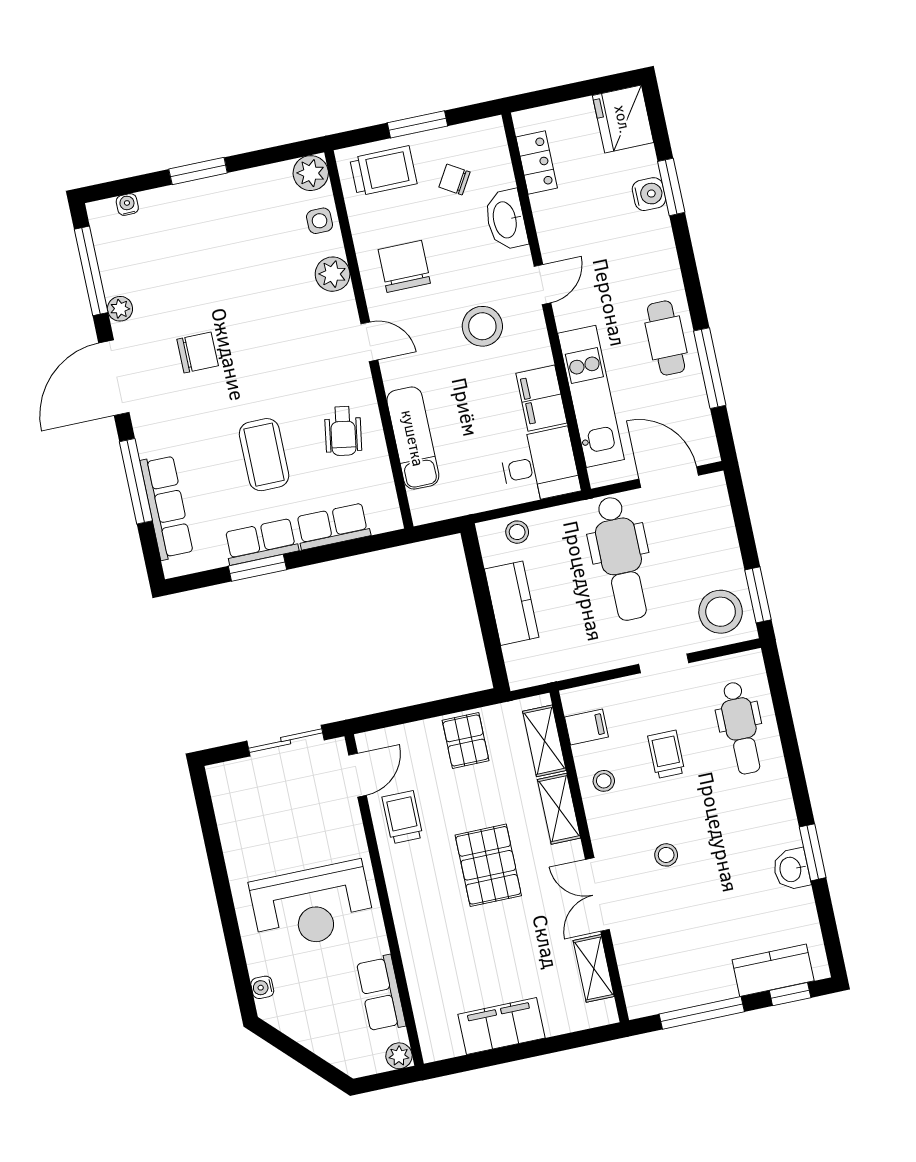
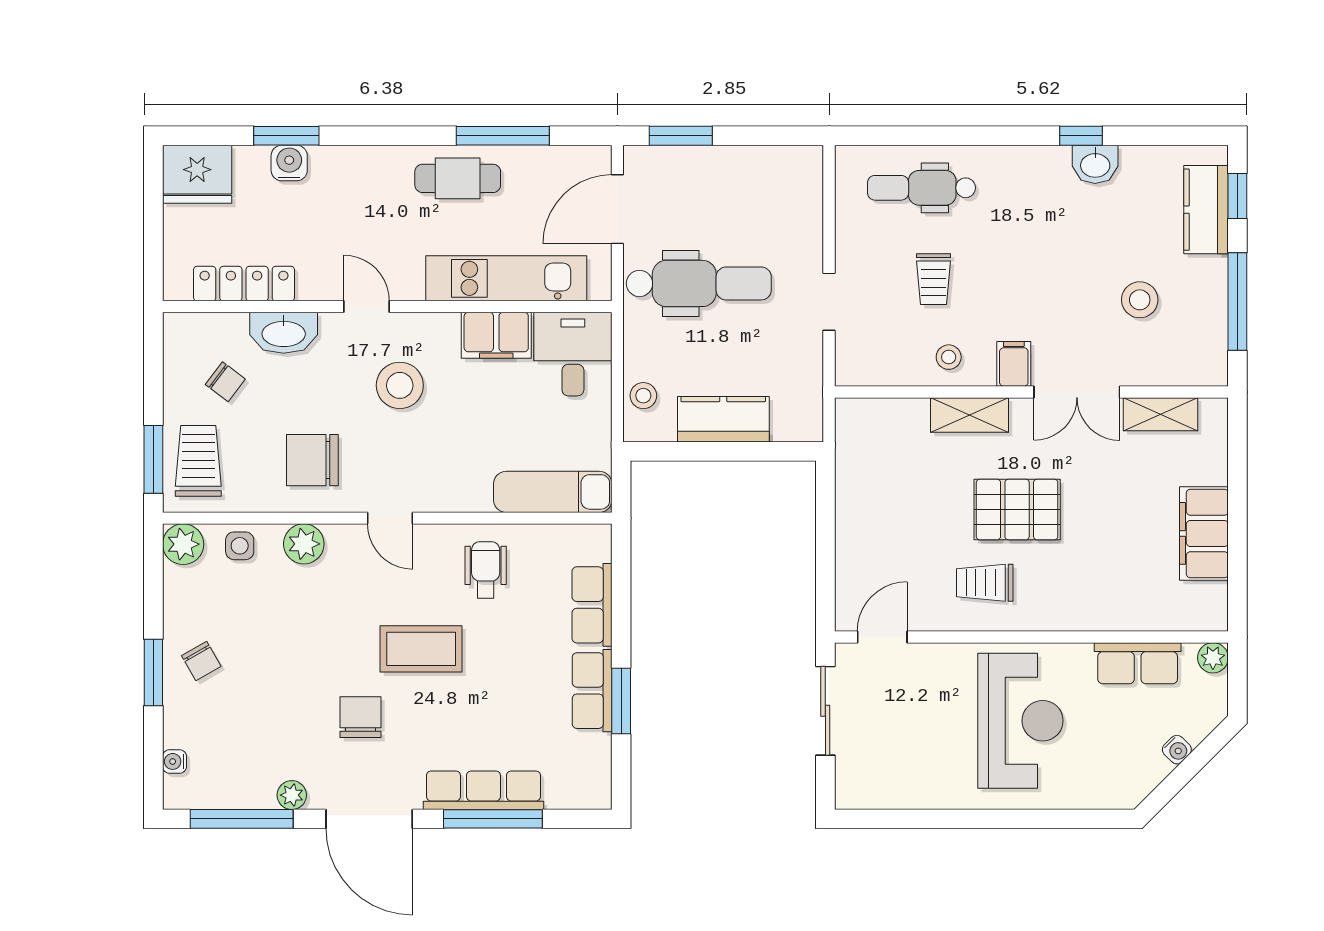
window: (417, 124) -> (153, 459), moved
locker: (537, 163) -> (244, 284), width x1.53
chair: (454, 180) -> (225, 382), turned -84
chair: (216, 209) -> (201, 661), added
door: (369, 342) -> (390, 518), swing flipped
wheelchair: (343, 431) -> (486, 570), turned -99
exam couch: (413, 438) -> (553, 492), moved
coffee table: (264, 455) -> (421, 649), moved
row of seats: (166, 507) -> (483, 790), moved
window: (758, 595) -> (681, 136), moved
stool: (721, 612) -> (784, 183), removed
doorway: (664, 663) -> (829, 302), moved
filing cabinet: (586, 727) -> (1014, 364), moved
dental chair: (741, 728) -> (921, 188), turned 180
pallet: (466, 740) -> (869, 505), removed
shelving: (544, 741) -> (888, 415), removed
trolley: (666, 754) -> (933, 279), turned -90
door: (358, 775) -> (882, 637), hinge flipped
trolley: (403, 817) -> (985, 583), moved
window: (813, 852) -> (1081, 136), width x0.67
stool: (666, 855) -> (1140, 300), moved, width x1.37, depth x1.37
water cooler: (262, 987) -> (1177, 750), moved, turned -45

